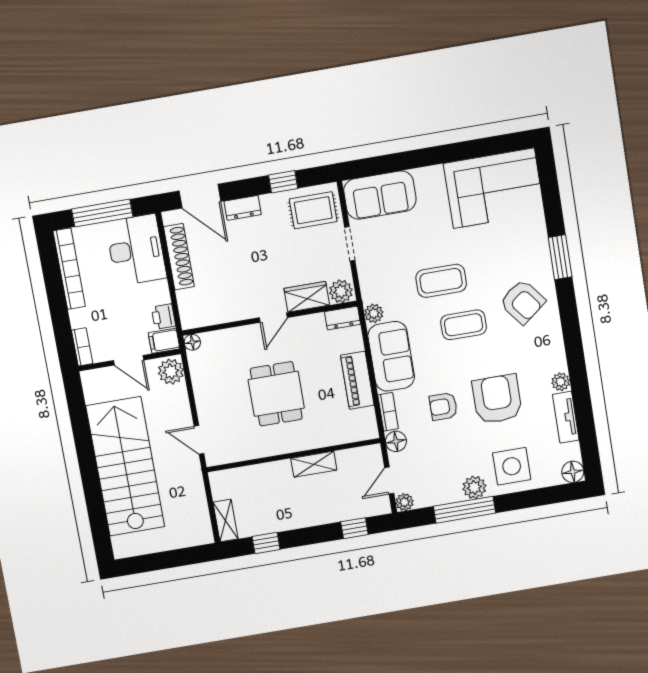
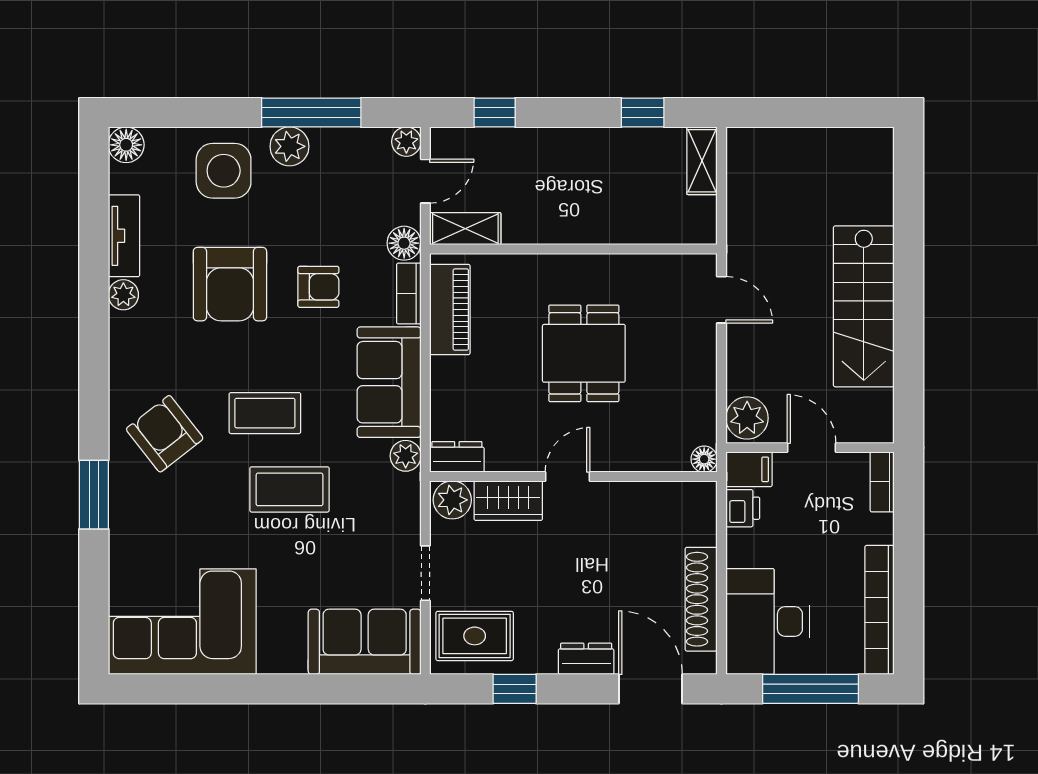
piano: (357, 380) -> (450, 310), moved
shelving: (314, 464) -> (465, 229), moved
stairs: (125, 466) -> (864, 306), width x0.73, depth x0.66

